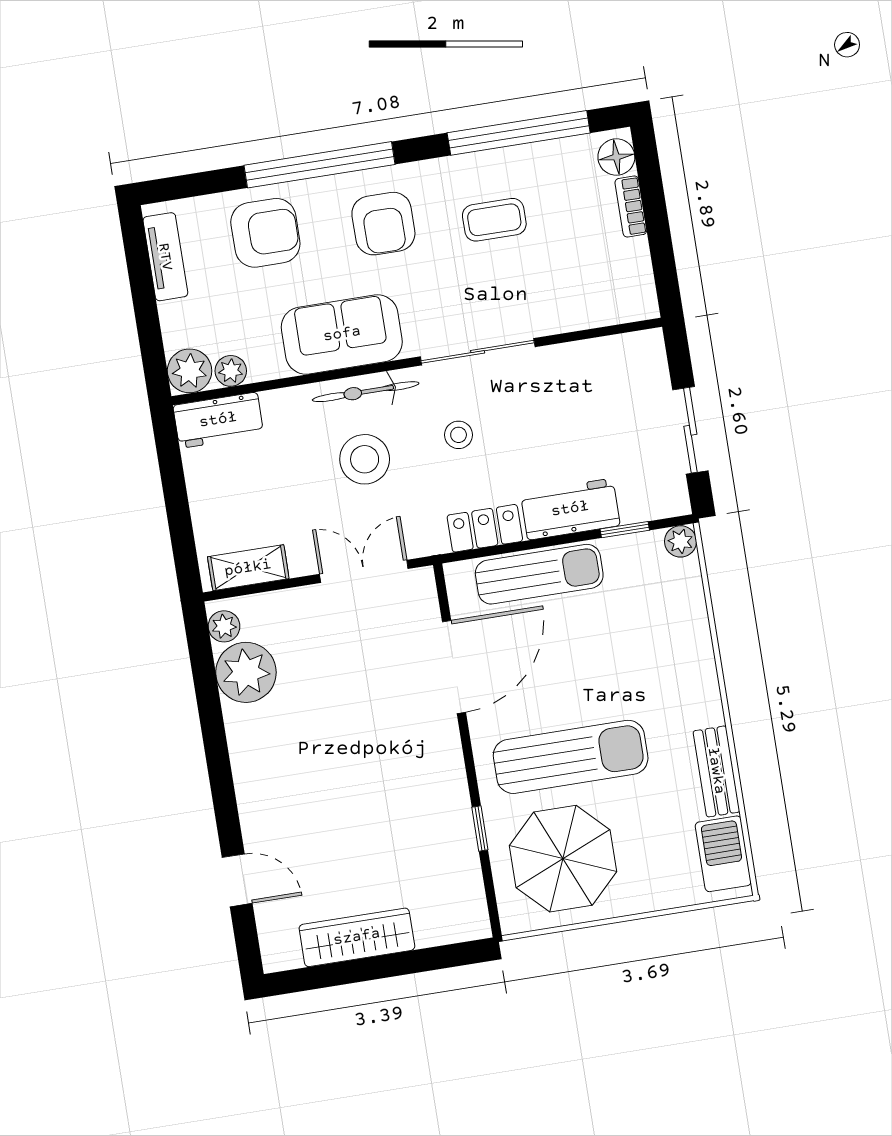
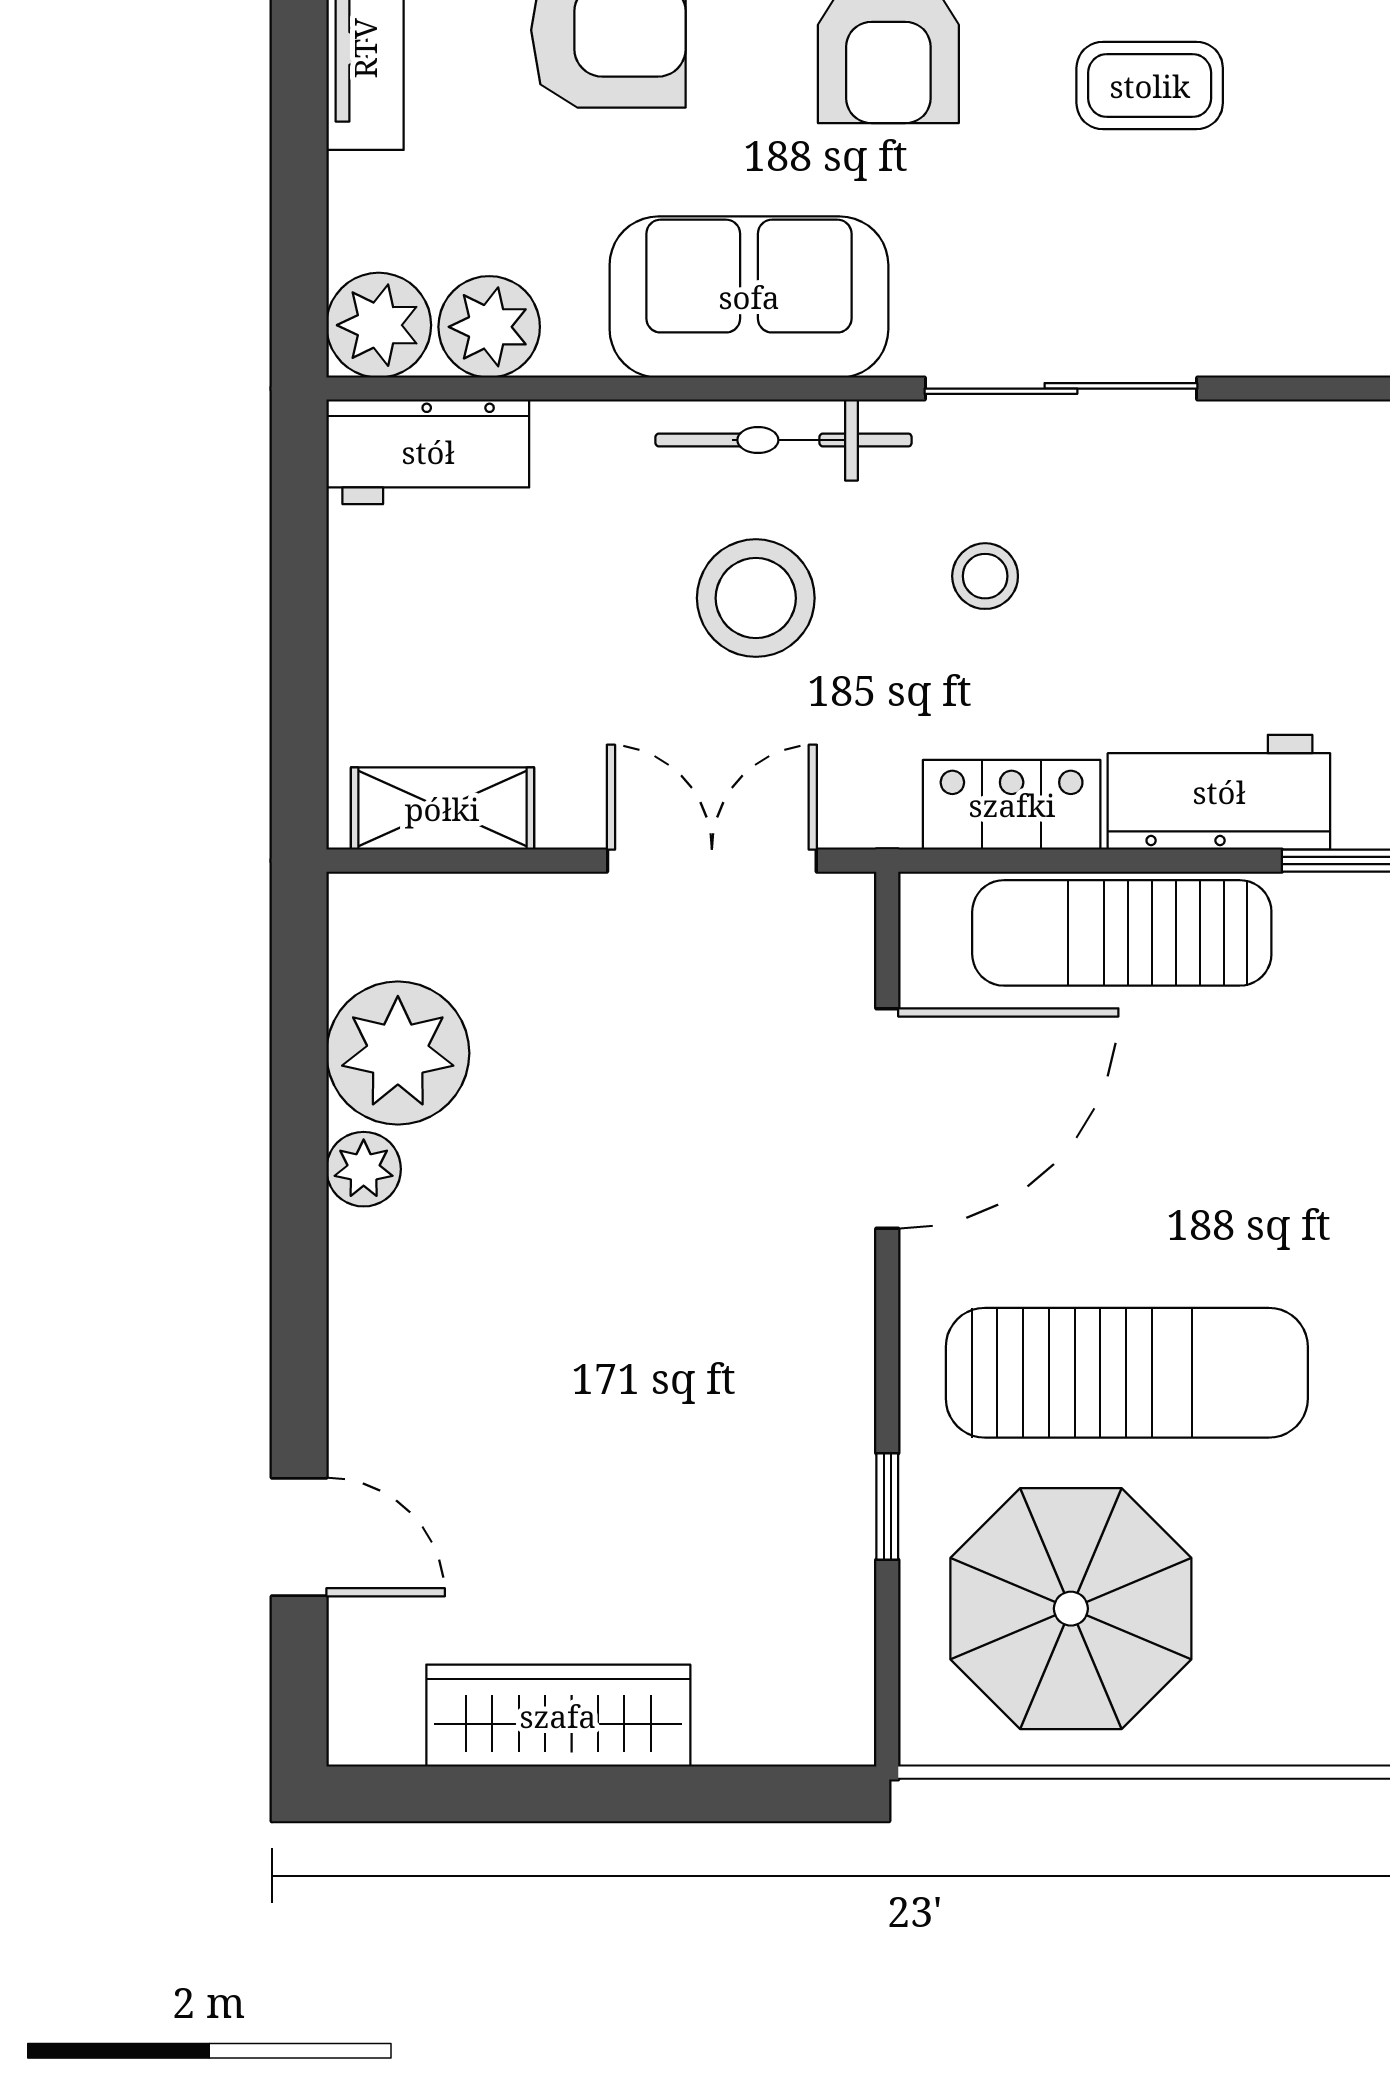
plant: (231, 371) -> (489, 327), width x1.38, depth x1.38
sun lounger: (539, 574) -> (1122, 933), turned 180
plant: (224, 626) -> (364, 1169), moved

